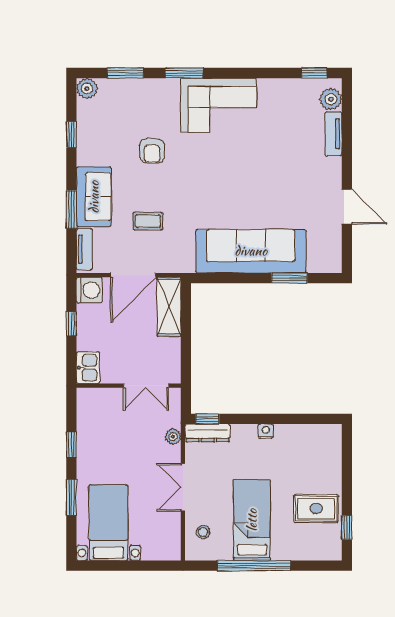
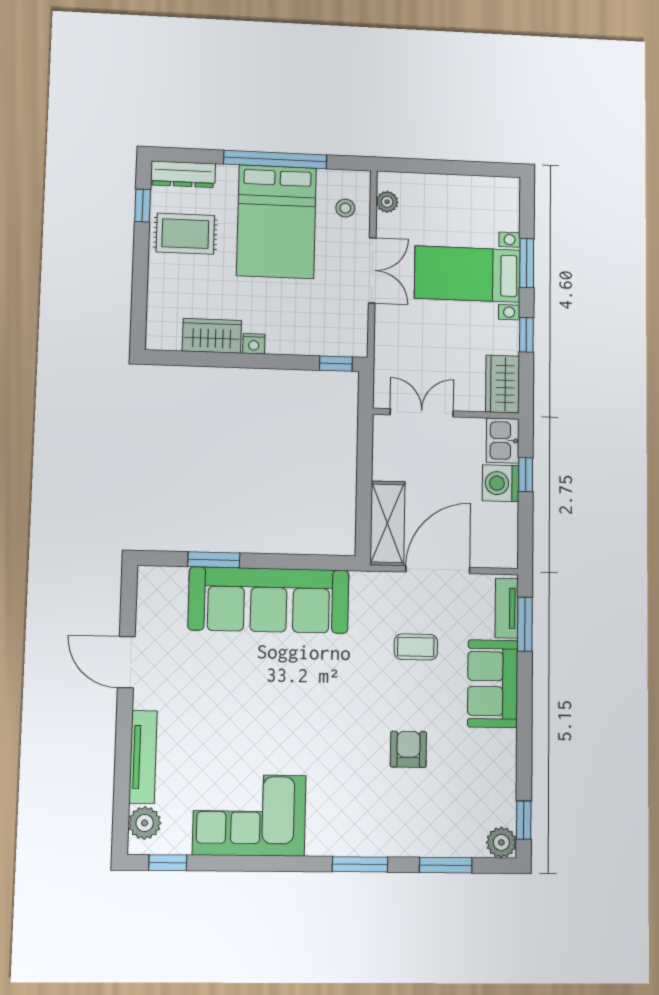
corner sofa: (219, 105) -> (249, 815), moved
window: (71, 134) -> (524, 820), moved
tv unit: (333, 134) -> (143, 757), width x1.41
window: (71, 209) -> (525, 624), moved
washing machine: (89, 290) -> (501, 483), moved
window: (71, 324) -> (526, 475), moved
wardrobe: (88, 408) -> (503, 384), added
dresser: (208, 433) -> (183, 174), moved, turned 180
wardrobe: (295, 436) -> (212, 336), added
plant: (173, 437) -> (387, 202), moved
bed: (252, 520) -> (276, 222), width x1.50
bed with nightstands: (108, 523) -> (467, 274), moved, turned 90

